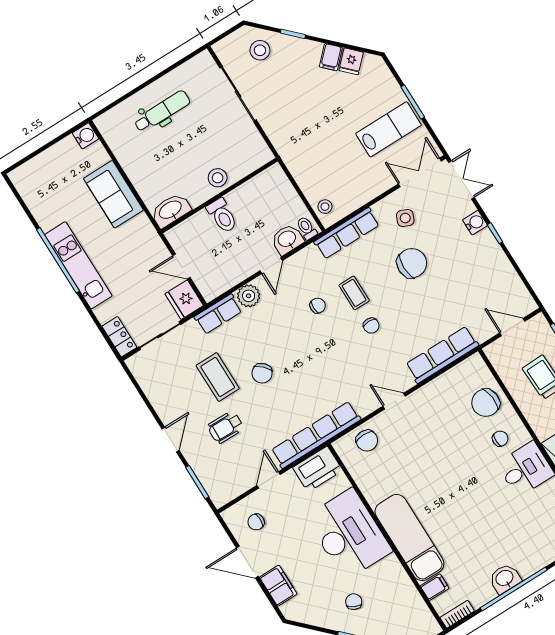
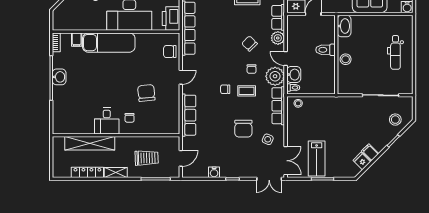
water cooler: (475, 223) -> (214, 172), moved
plant: (307, 265) -> (275, 76), added
chair: (262, 373) -> (249, 44), moved
chair: (486, 403) -> (146, 93), moved

